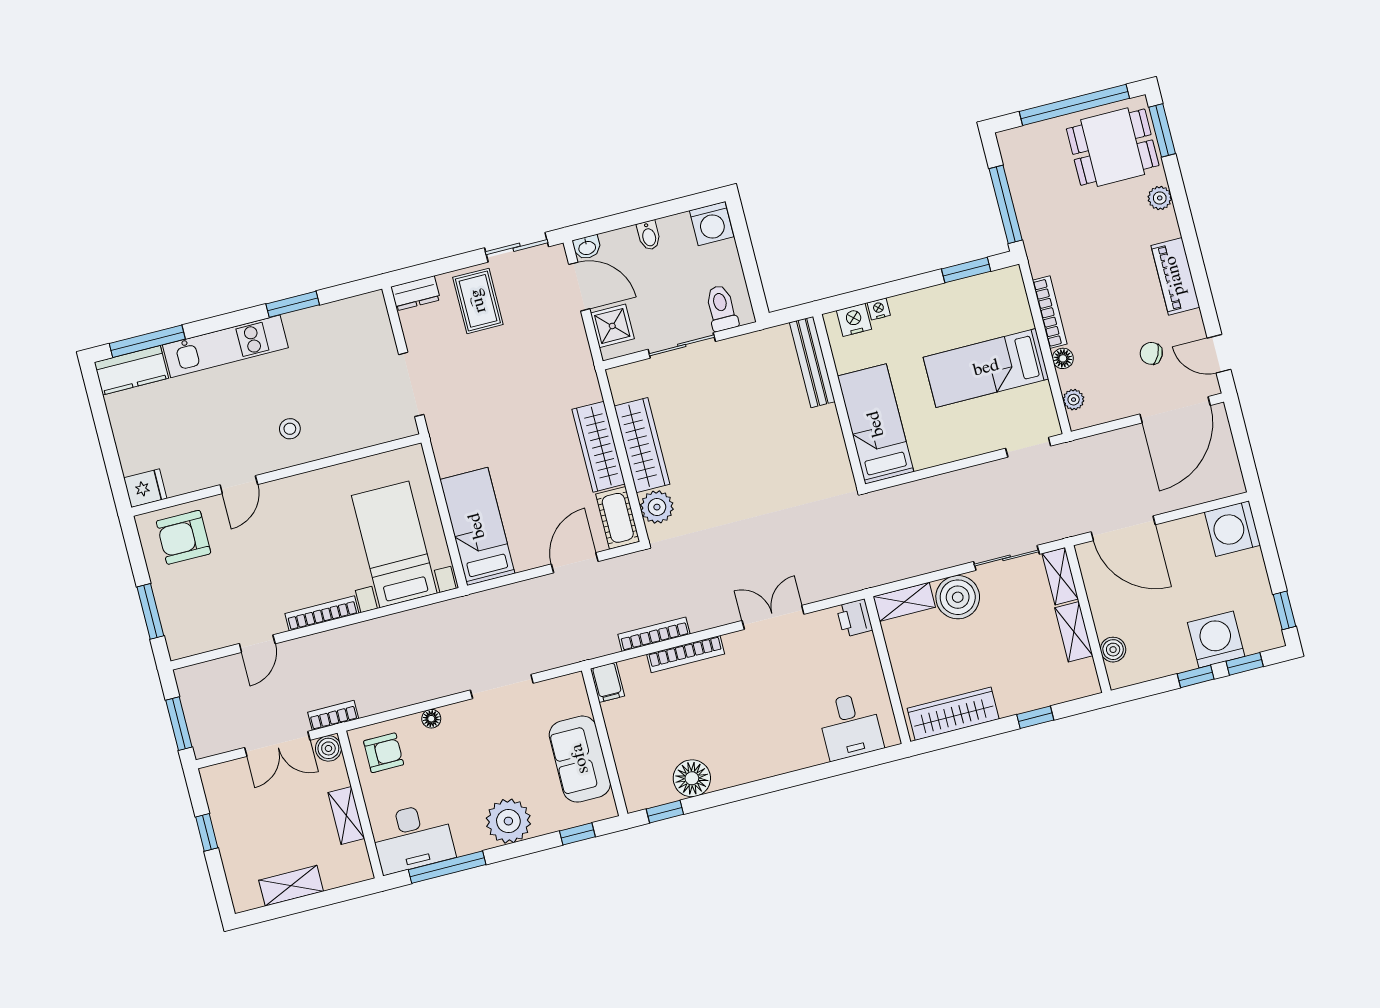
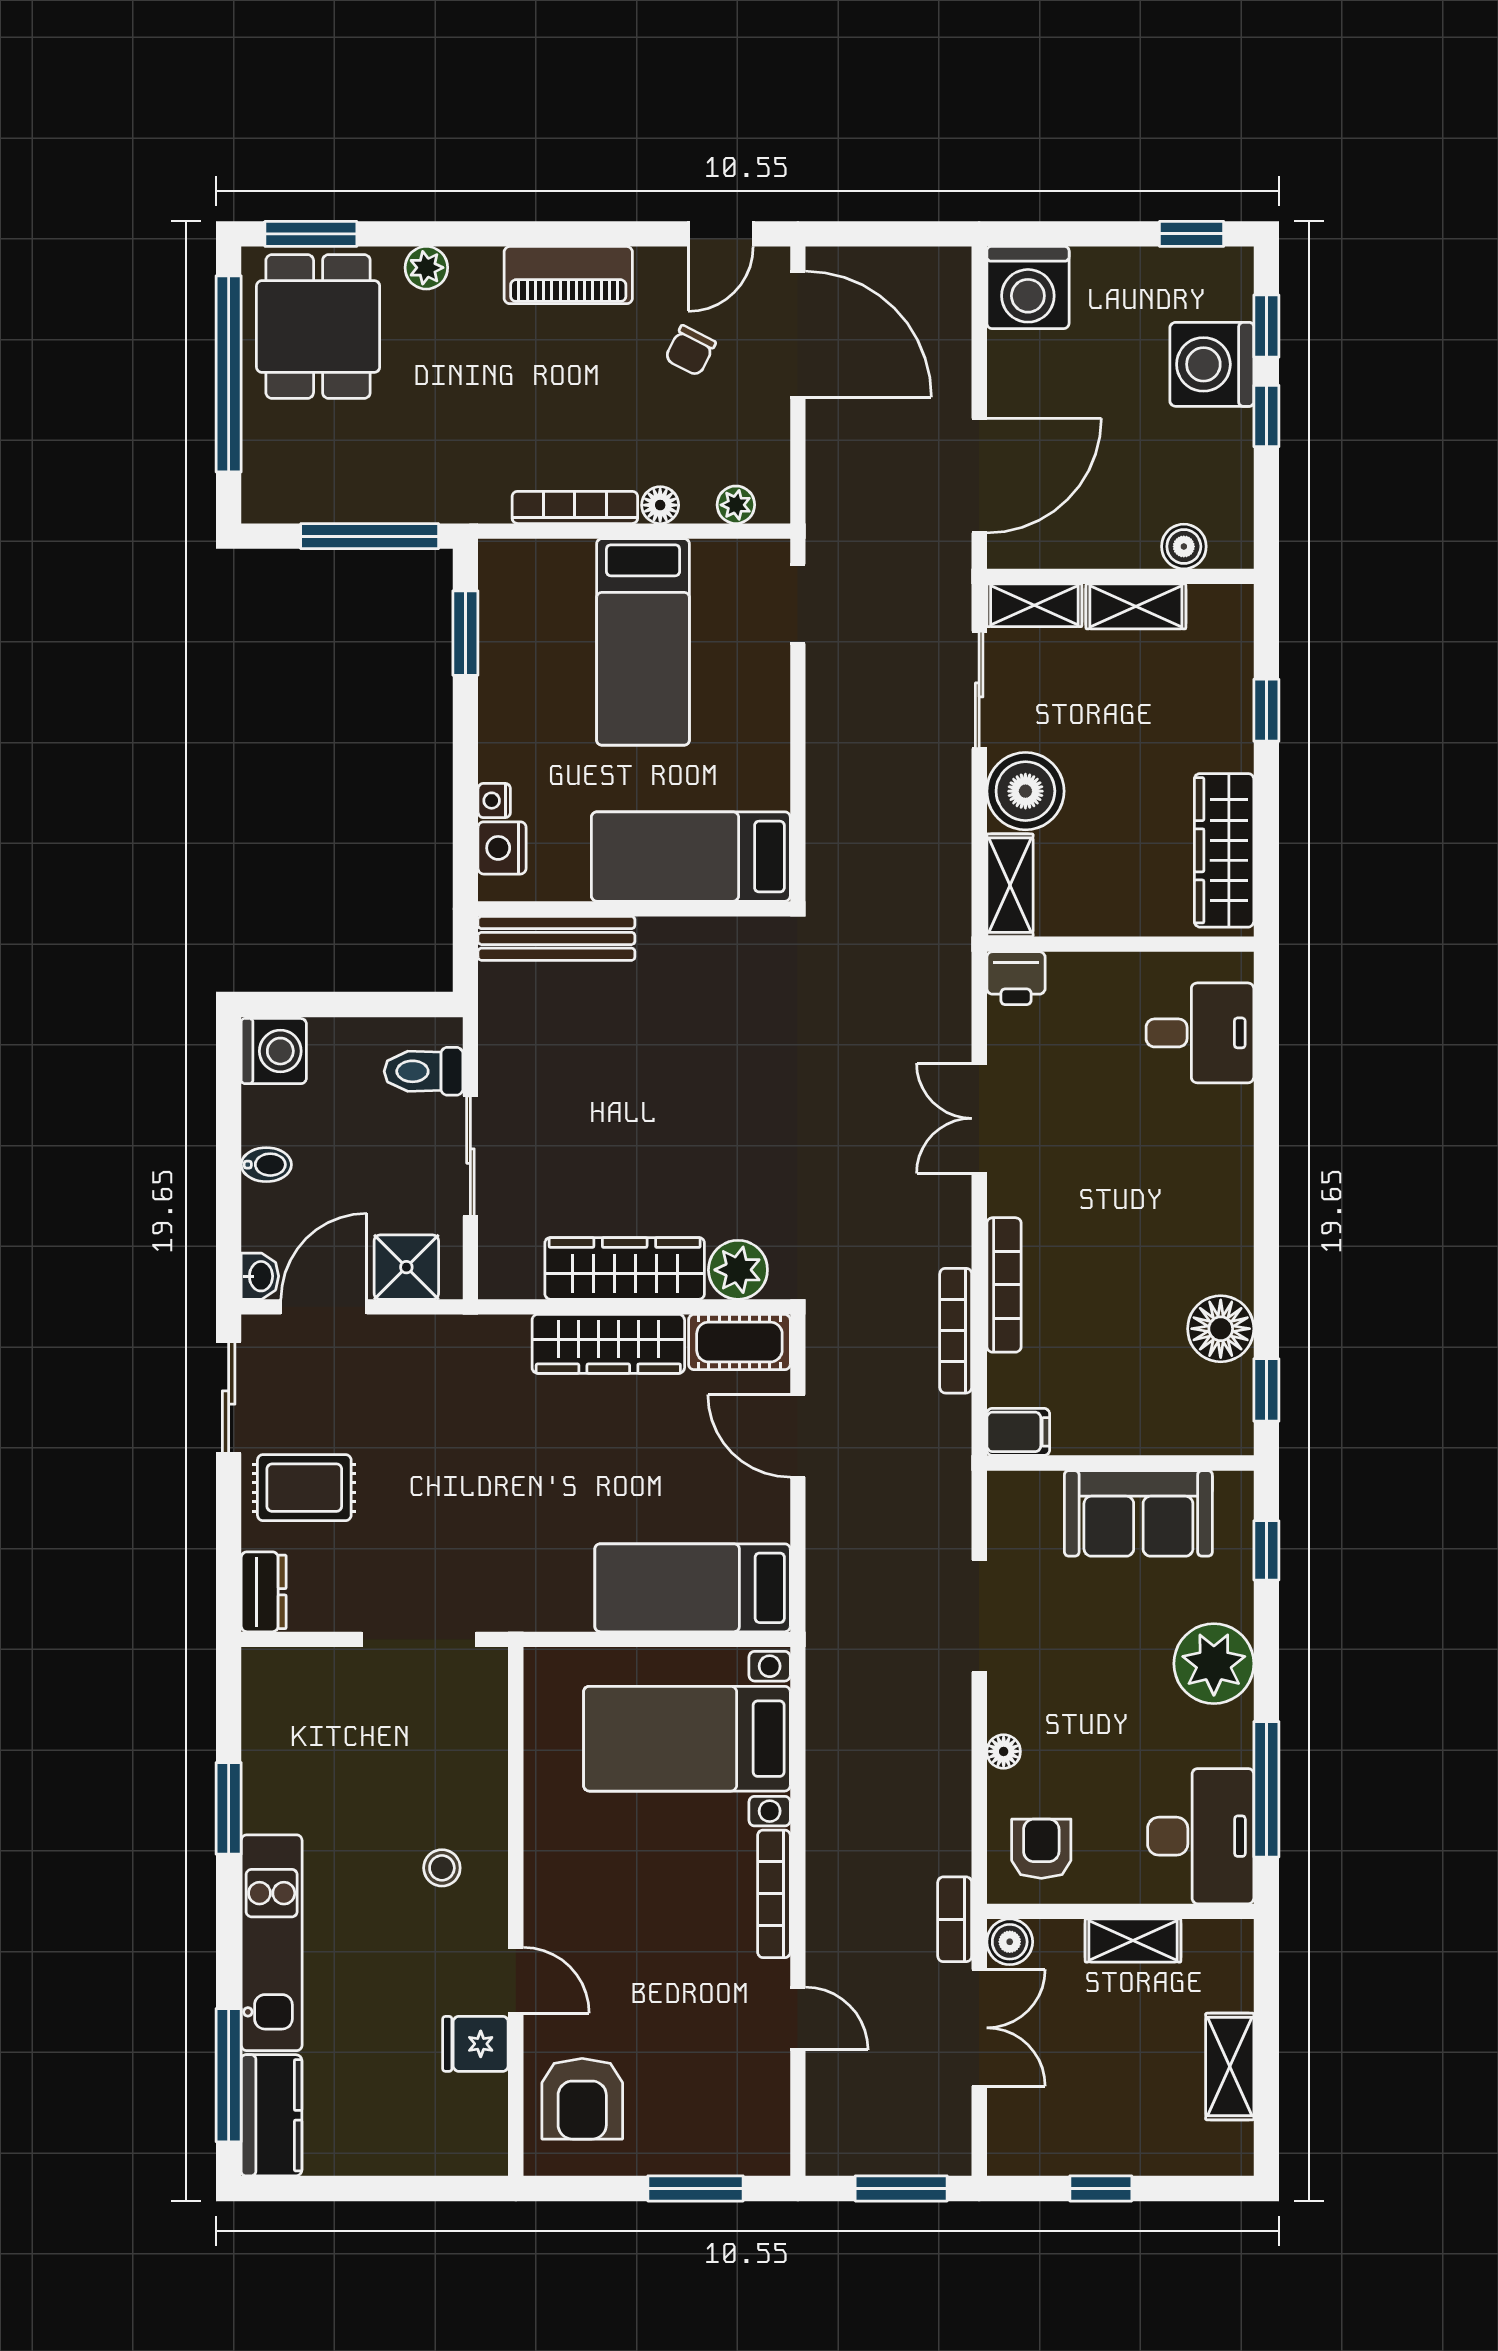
fridge: (145, 488) -> (475, 2044), moved, turned -90

